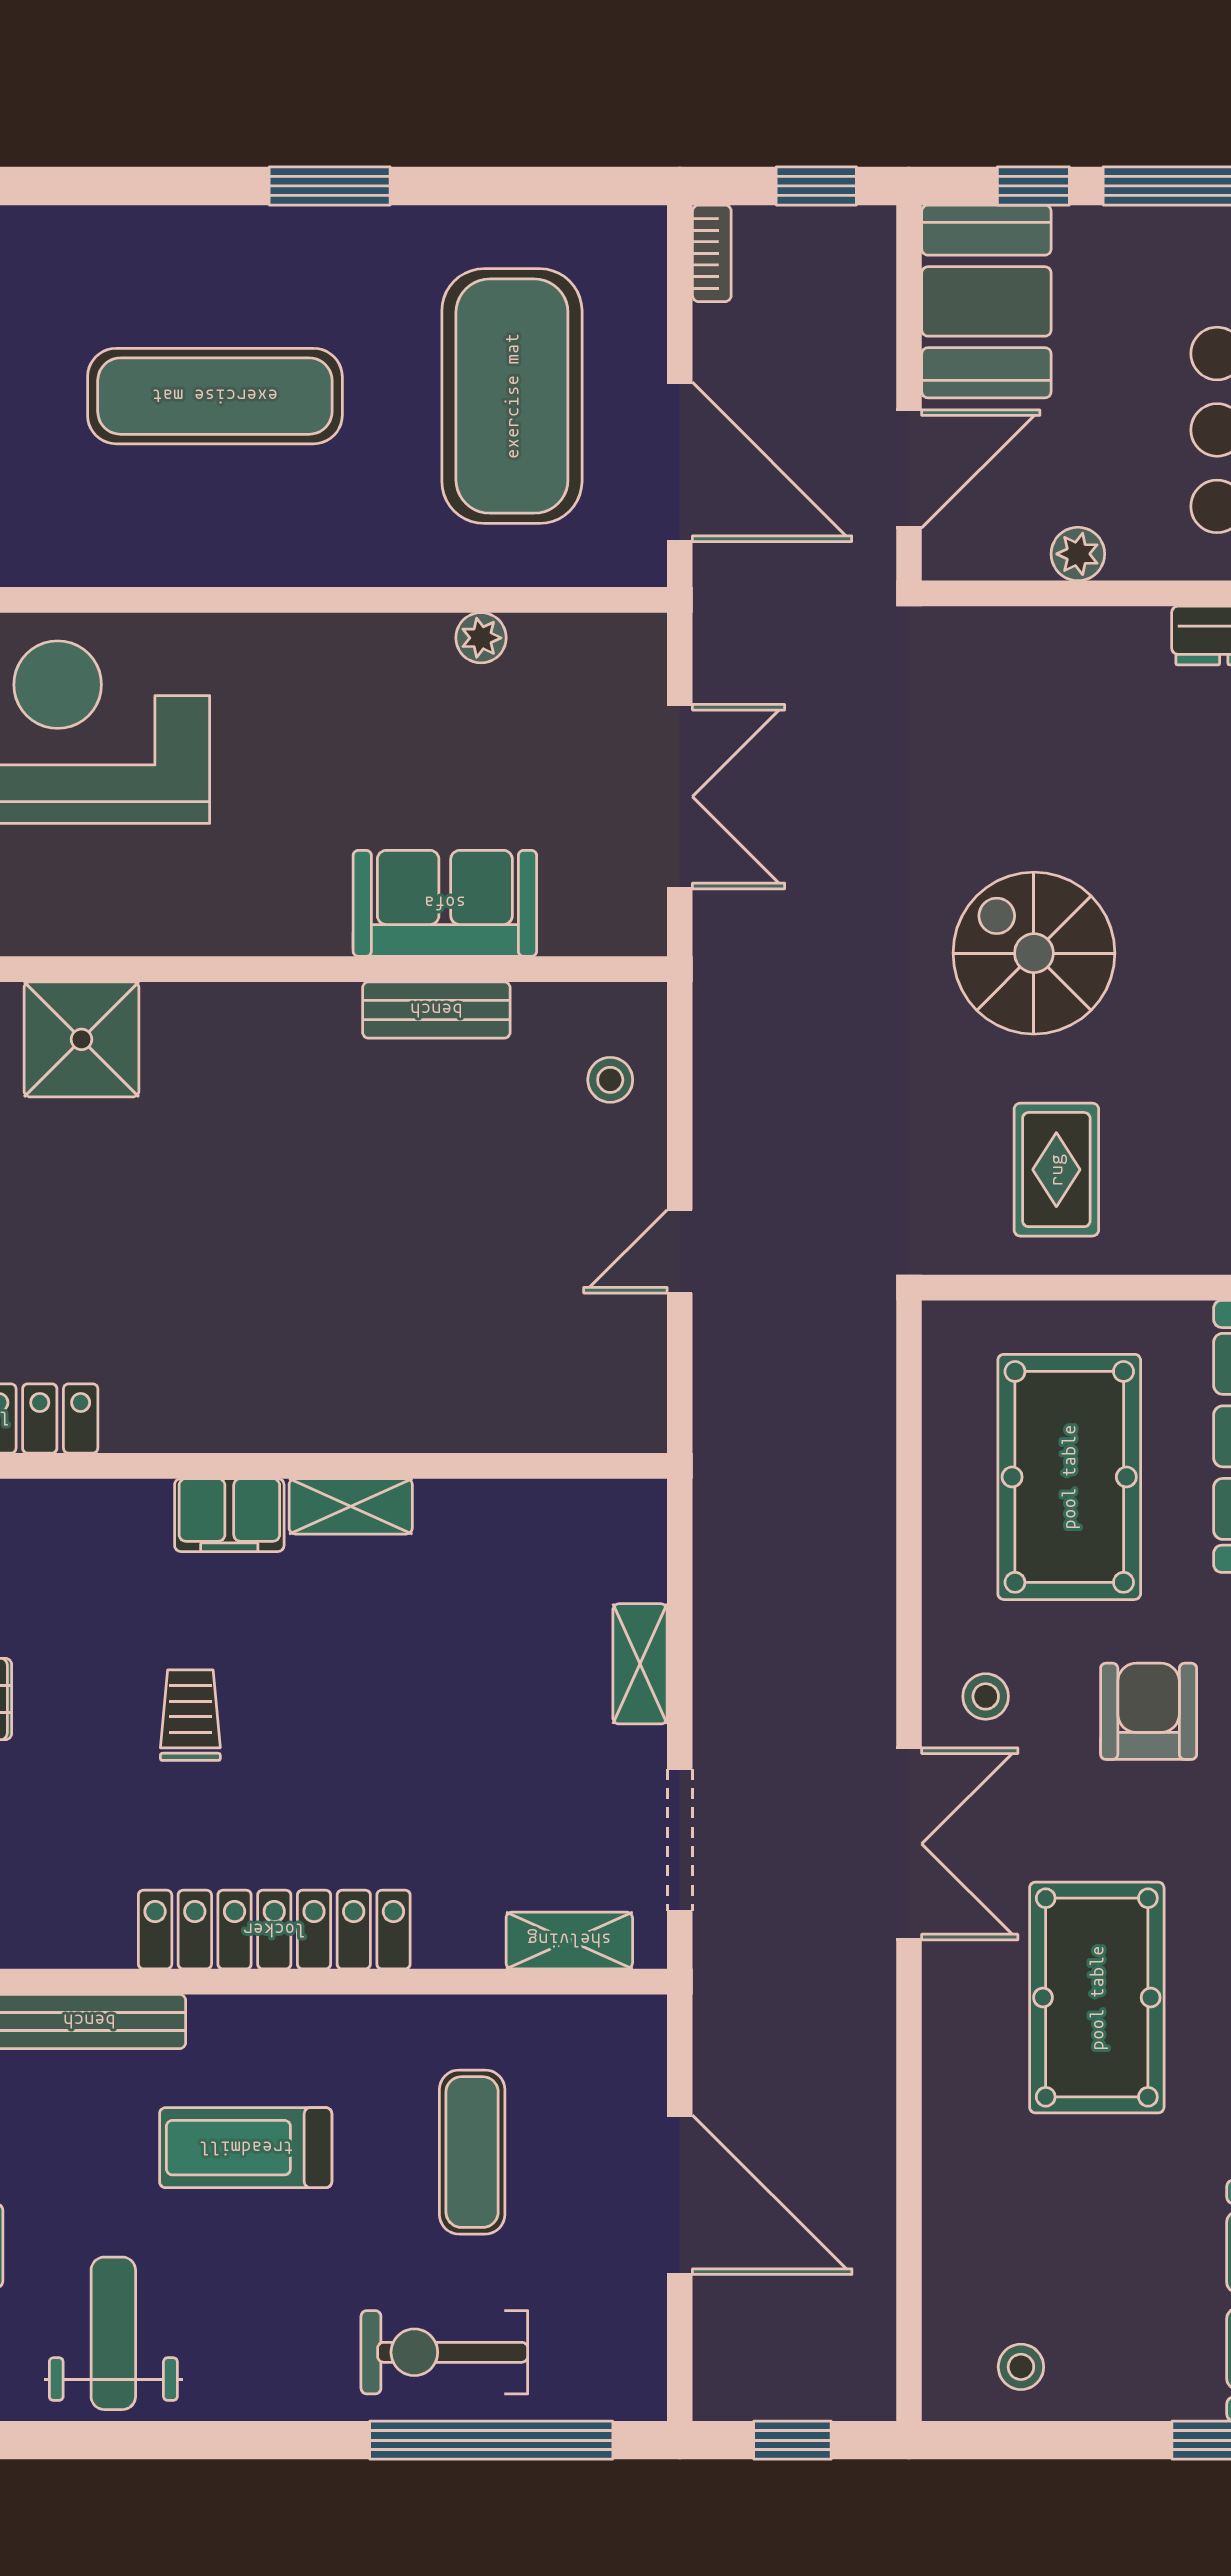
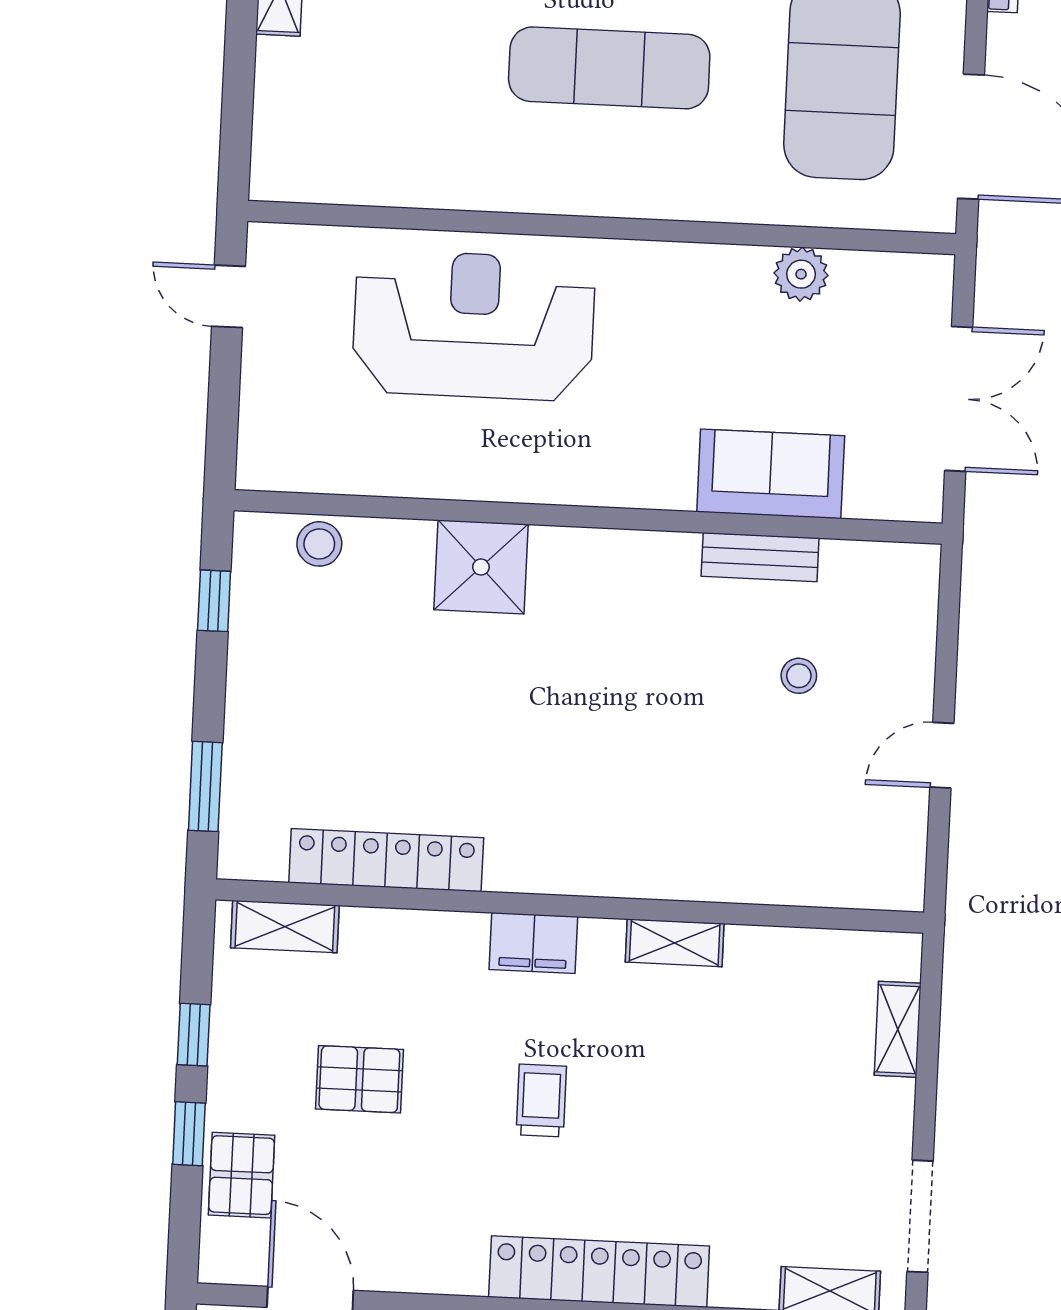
plant: (481, 638) -> (801, 274), width x1.38, depth x1.38
stool: (610, 1080) -> (799, 676), moved
filing cabinet: (229, 1515) -> (533, 943), moved
shelving: (640, 1664) -> (898, 1029), moved

